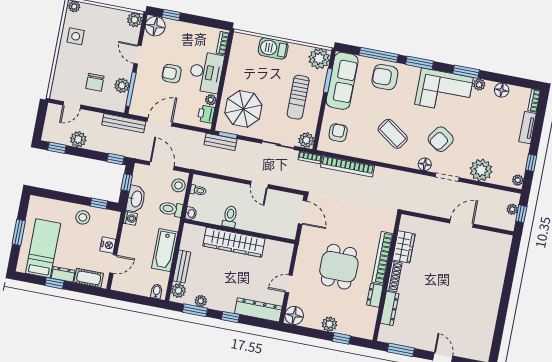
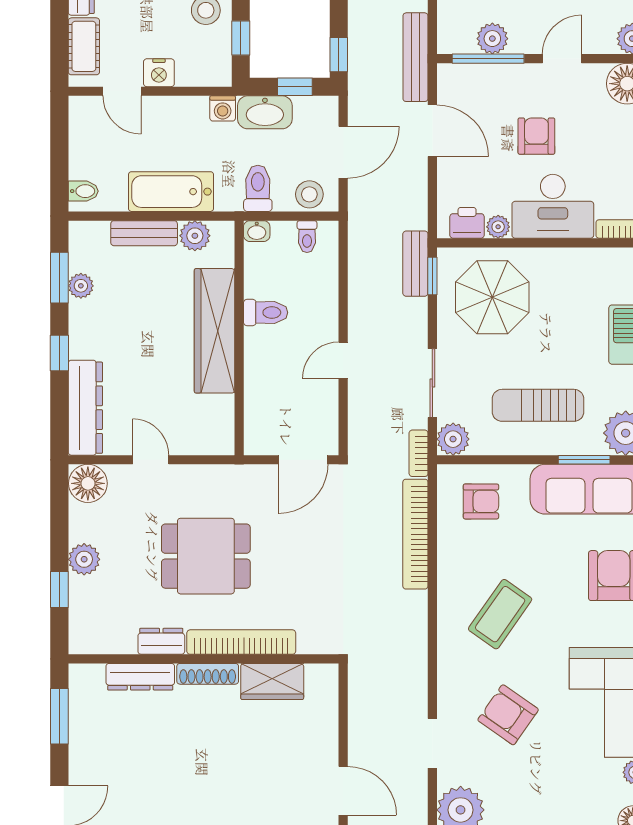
floor lamp: (425, 164) -> (450, 692), removed
plant: (178, 291) -> (195, 236), moved

